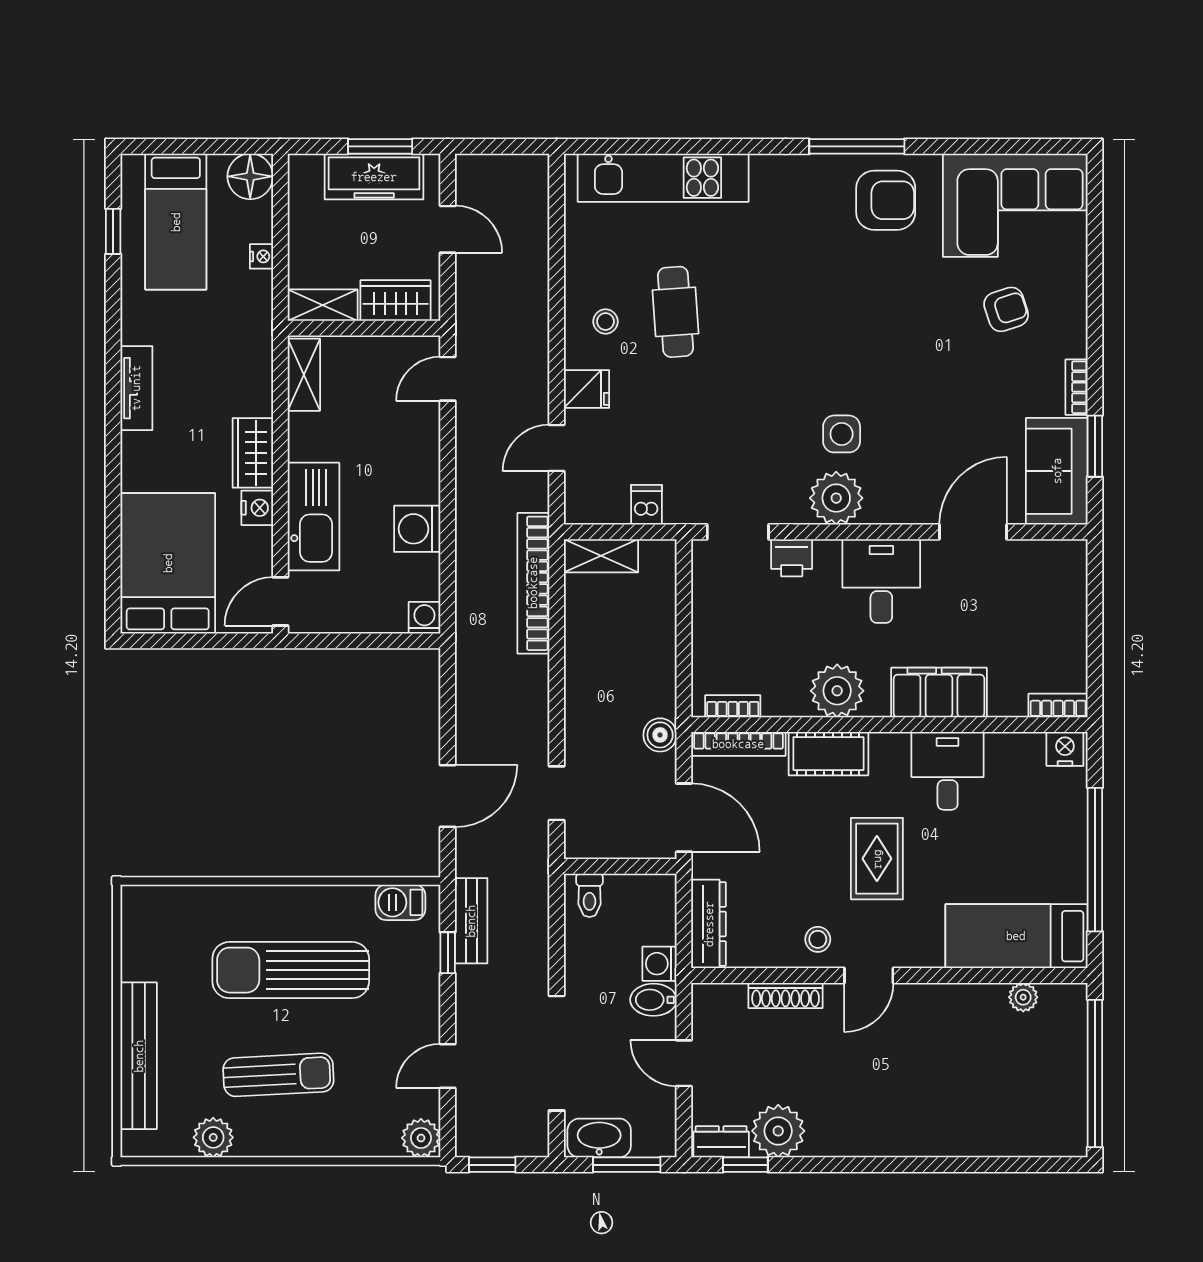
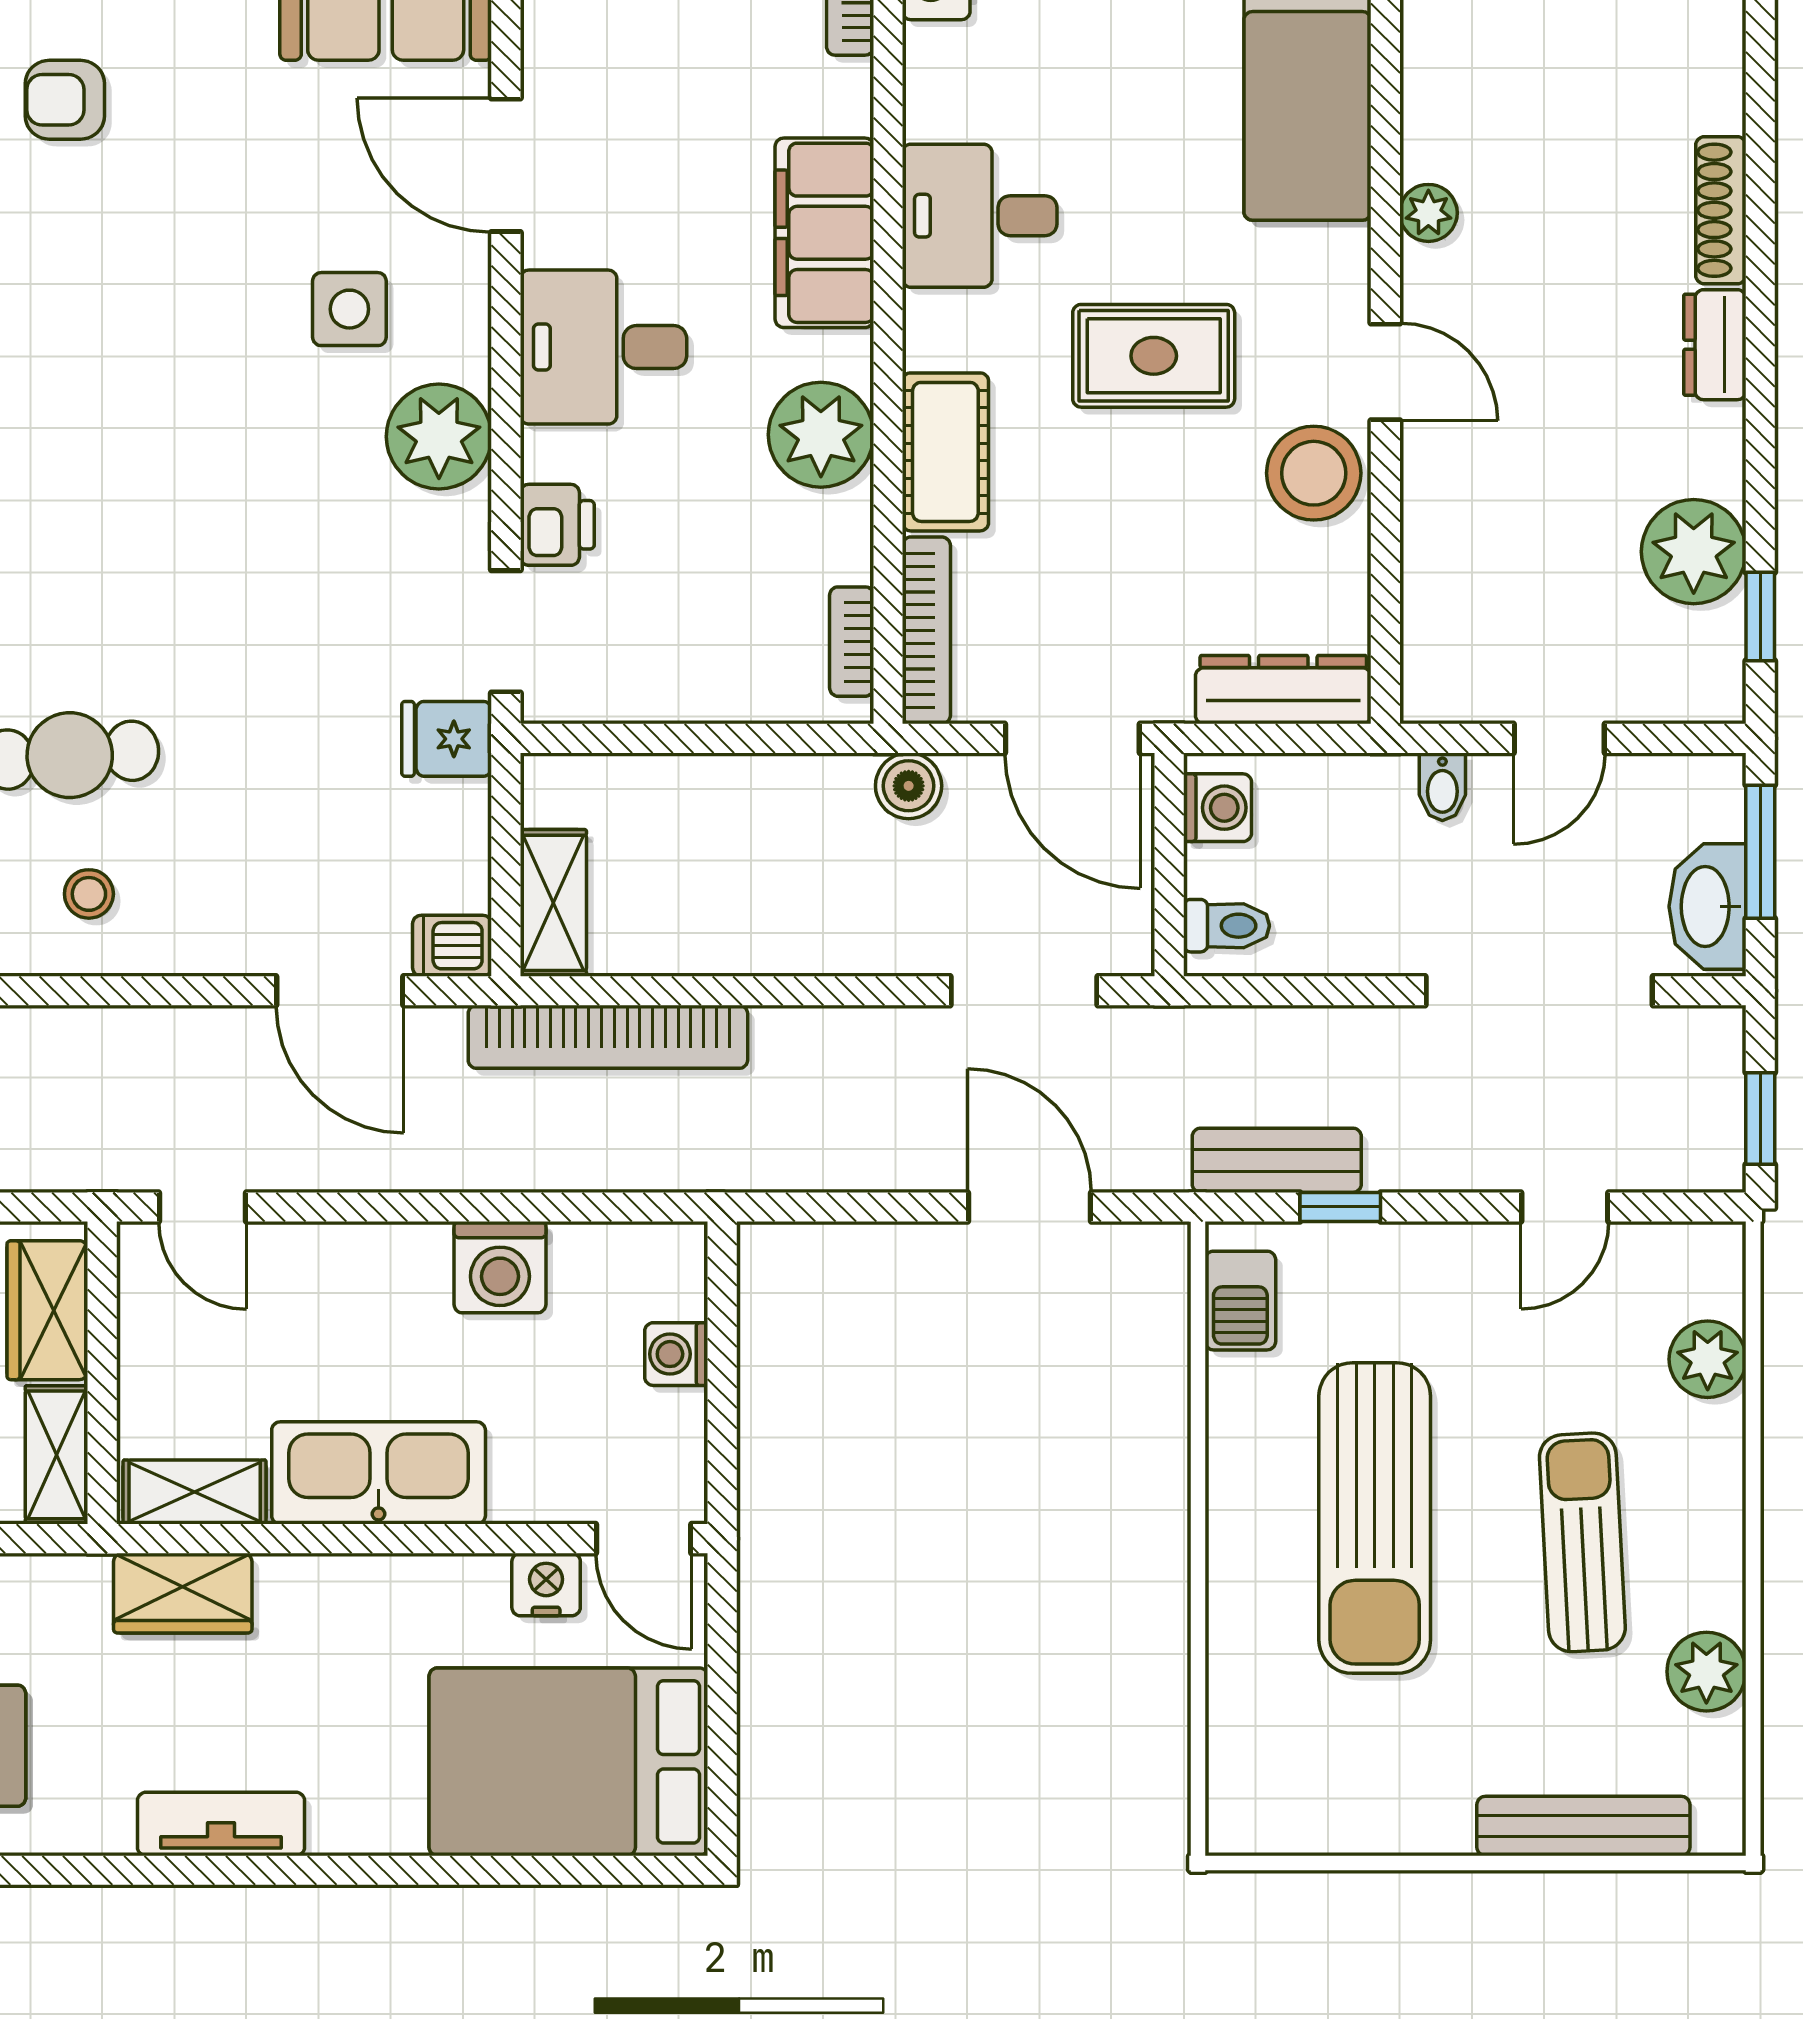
armchair: (1006, 309) -> (65, 100), turned -72
fridge: (587, 389) -> (447, 739), moved, turned -90
side table: (842, 434) -> (349, 309), moved
door: (557, 448) -> (340, 991), width x1.38
wardrobe: (253, 453) -> (183, 1593), moved
dishwasher: (646, 505) -> (452, 946), moved
nightstand: (257, 508) -> (546, 1584), moved
kitchen sink: (313, 517) -> (379, 1473), moved
washing machine: (424, 618) -> (676, 1354), moved
doorway: (557, 793) -> (1024, 991), width x1.38
door: (684, 818) -> (1072, 738), swing flipped
stool: (818, 939) -> (1314, 473), width x1.89, depth x1.89
washing machine: (660, 964) -> (1217, 808), moved, turned -90
shoe rack: (786, 995) -> (1721, 210), moved, turned 180
plant: (1023, 997) -> (1428, 213), moved
bidet: (653, 1000) -> (1442, 787), width x0.72, depth x0.74
bench: (139, 1056) -> (1583, 1826), width x0.73, depth x0.82
door: (448, 1066) -> (1565, 1207), hinge flipped
plant: (421, 1138) -> (1708, 1359), moved
dresser: (721, 1142) -> (1715, 345), moved

